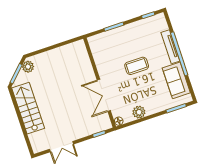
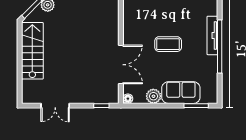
sofa: (176, 80) -> (181, 93), moved, turned 90
double door: (104, 95) -> (121, 65), swing flipped

